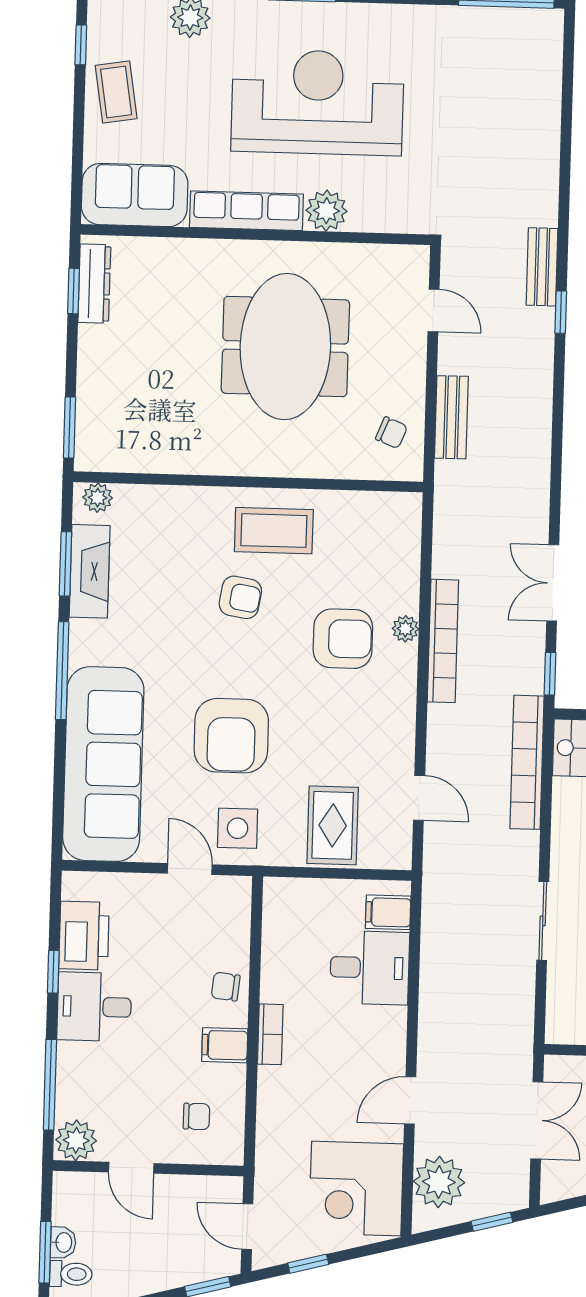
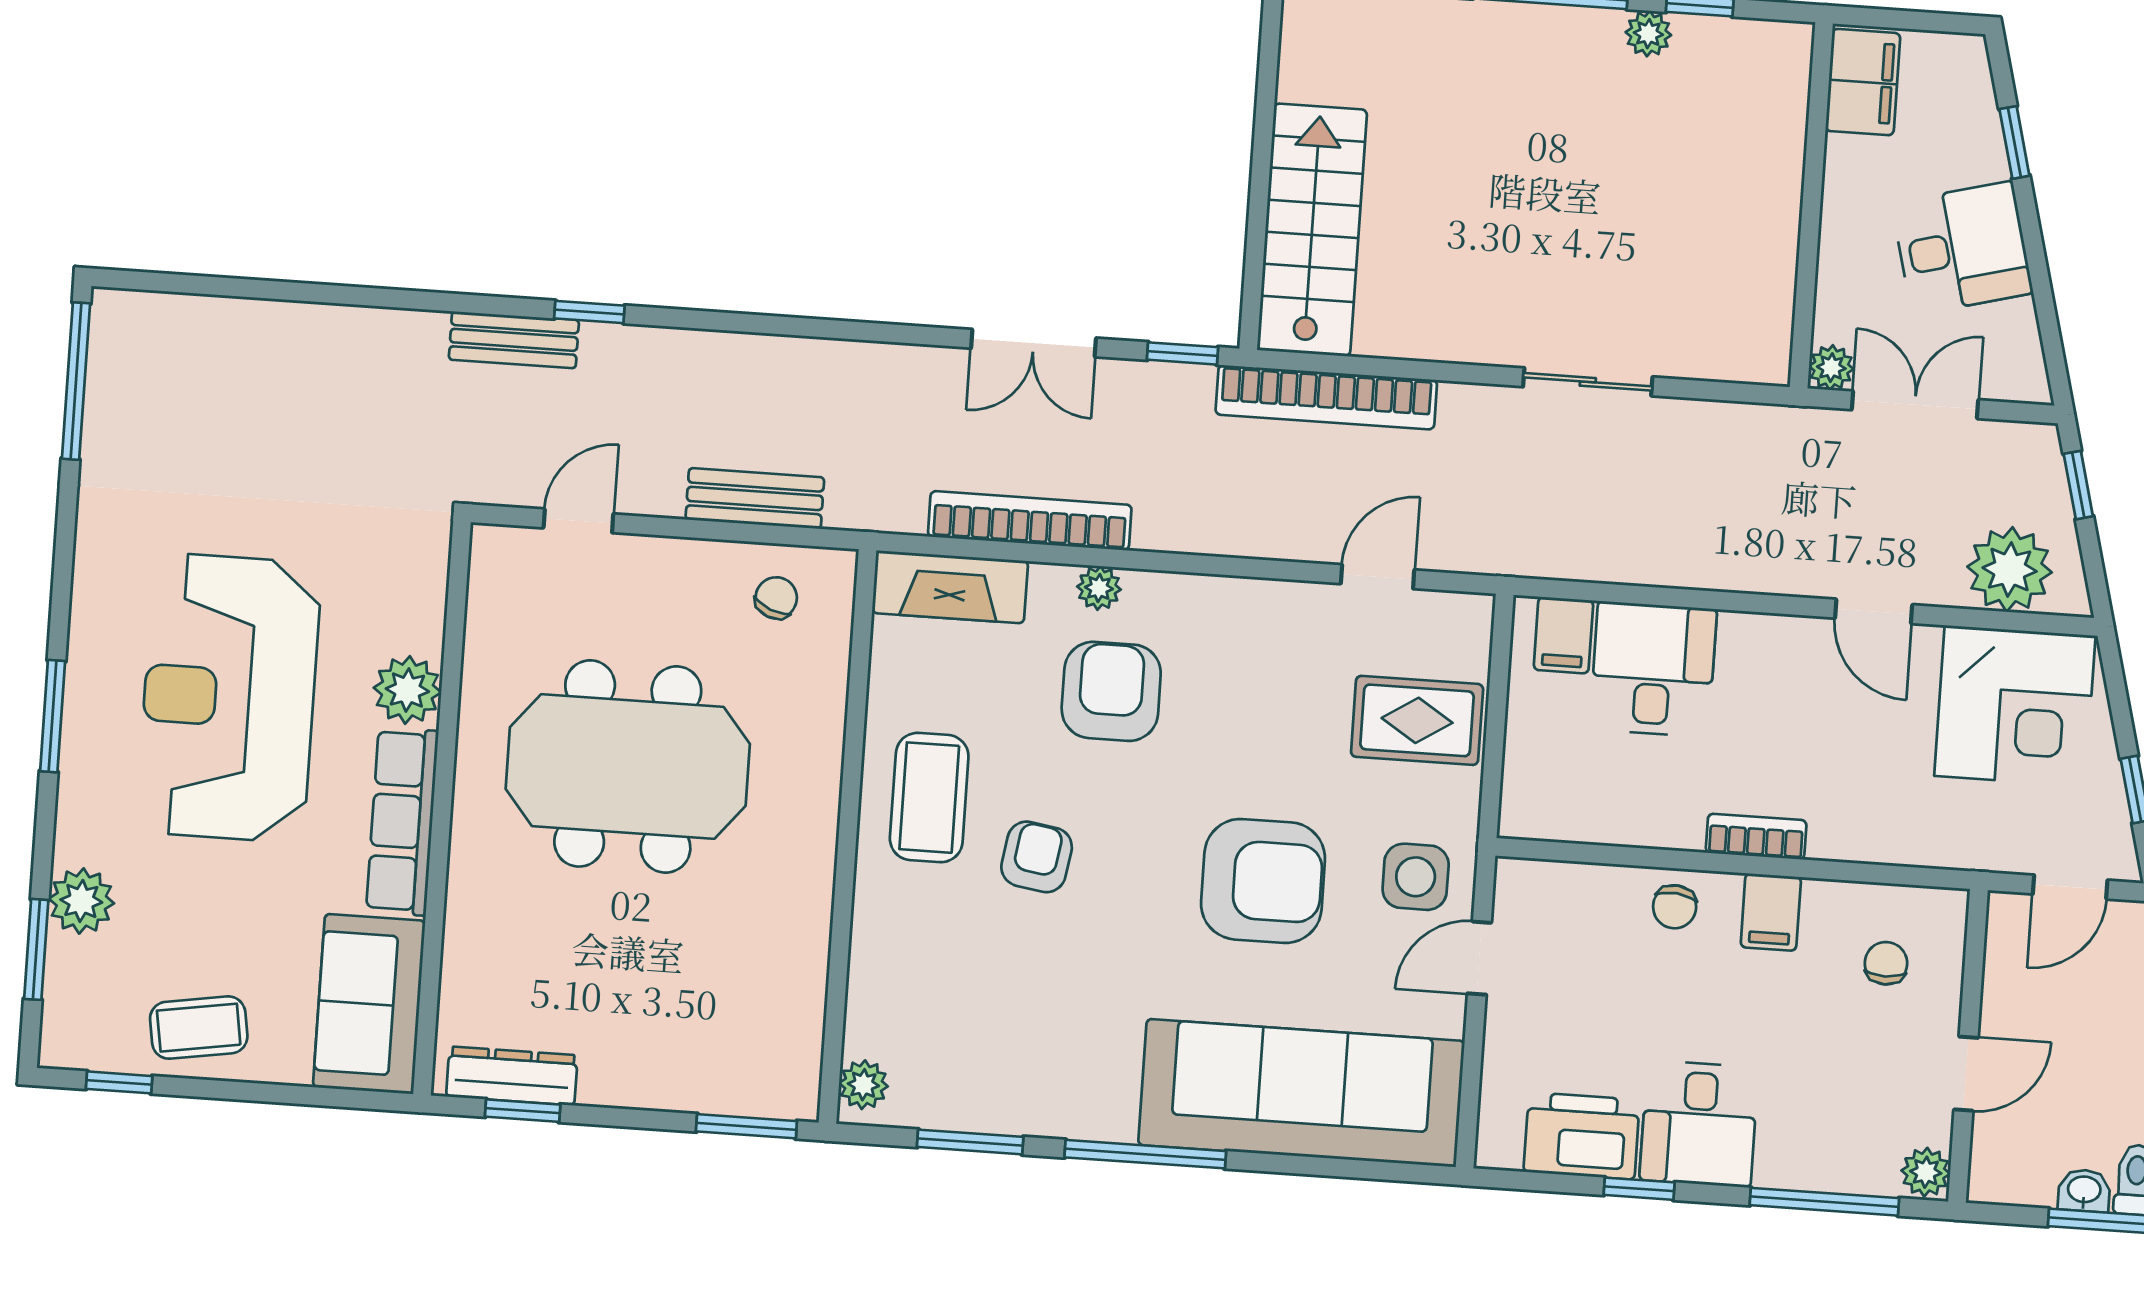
fireplace: (90, 571) -> (950, 587), moved, turned 180
bookcase: (443, 641) -> (1030, 521), moved
plant: (557, 1069) -> (1831, 368), added
plant: (76, 1140) -> (1926, 1172), width x0.73, depth x0.73

